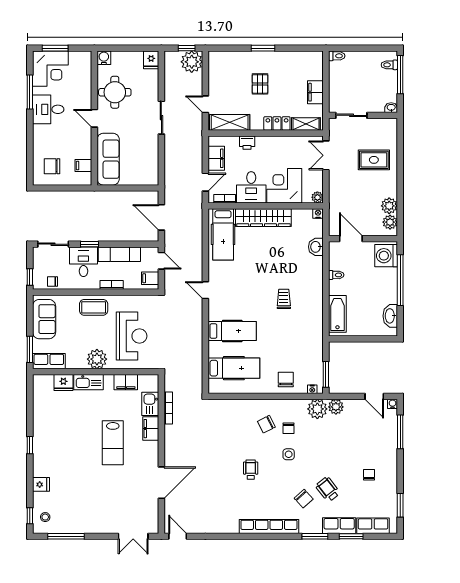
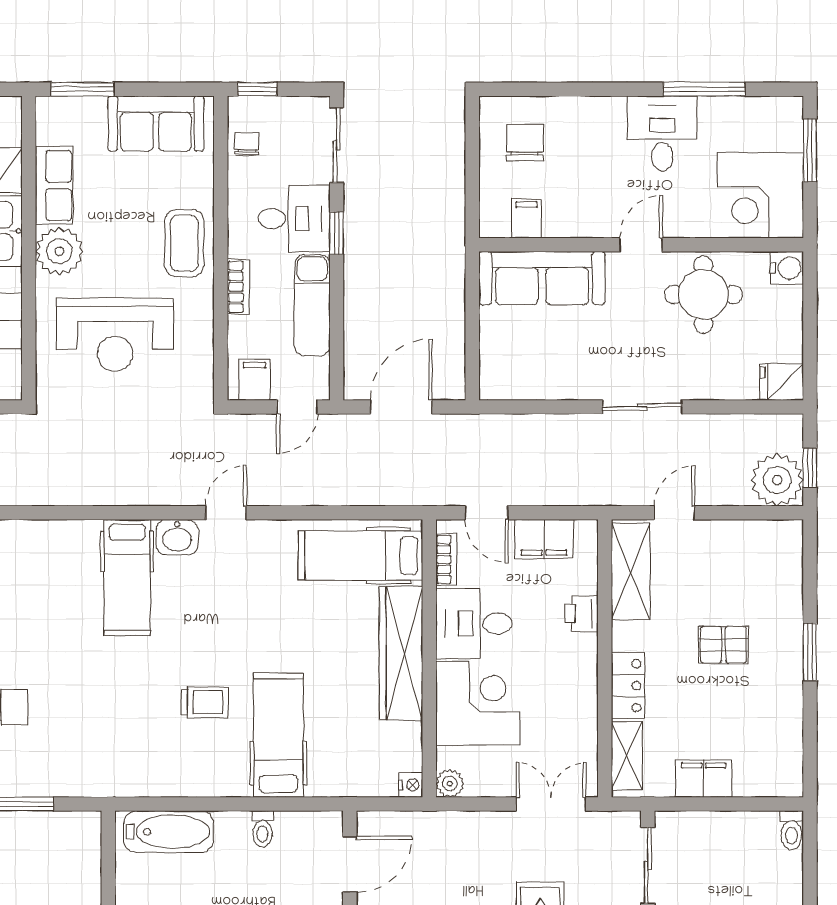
corner desk: (50, 69) -> (760, 195), moved
washbasin: (316, 247) -> (177, 537), moved, turned 180
row of seats: (49, 361) -> (54, 185), moved
hospital bed: (234, 368) -> (278, 735), moved, turned 180

